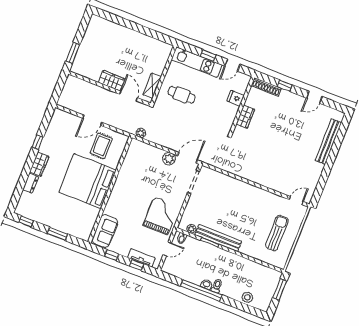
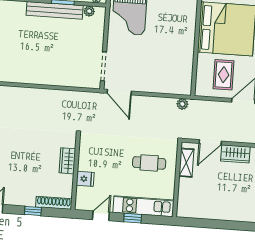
door: (128, 96) -> (210, 142), hinge flipped
door: (188, 158) -> (119, 92), hinge flipped
plant: (169, 159) -> (141, 84), removed

